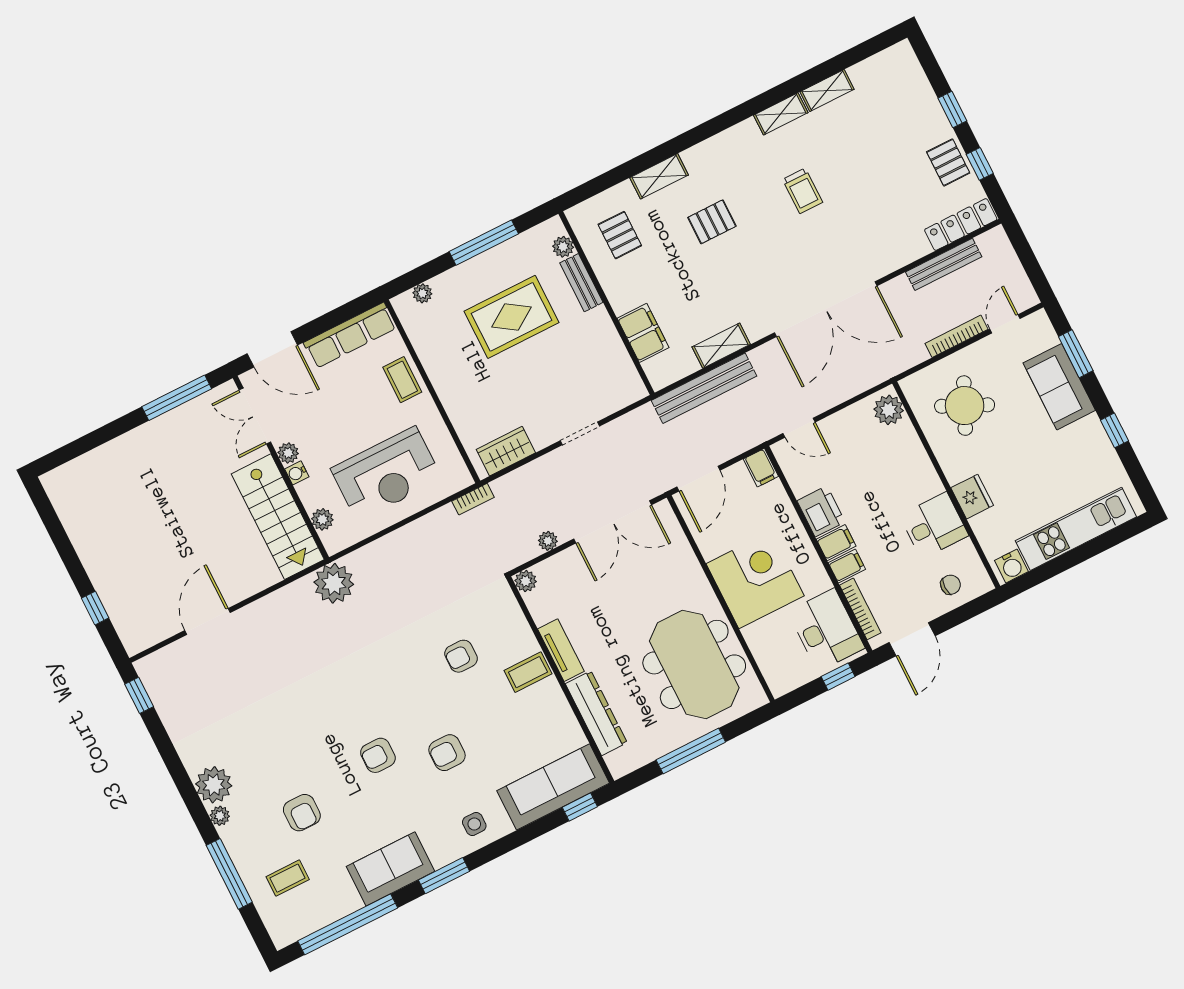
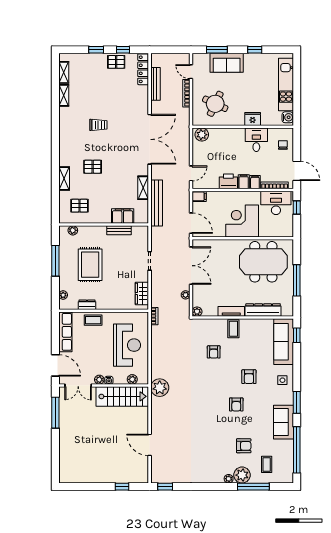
shelving: (781, 114) -> (64, 72), moved
pallet: (712, 222) -> (93, 167), turned 90
bench: (581, 283) -> (119, 230), moved
door: (272, 349) -> (55, 365), hinge flipped
dresser: (427, 352) -> (87, 305), added
plant: (214, 785) -> (242, 475), moved

